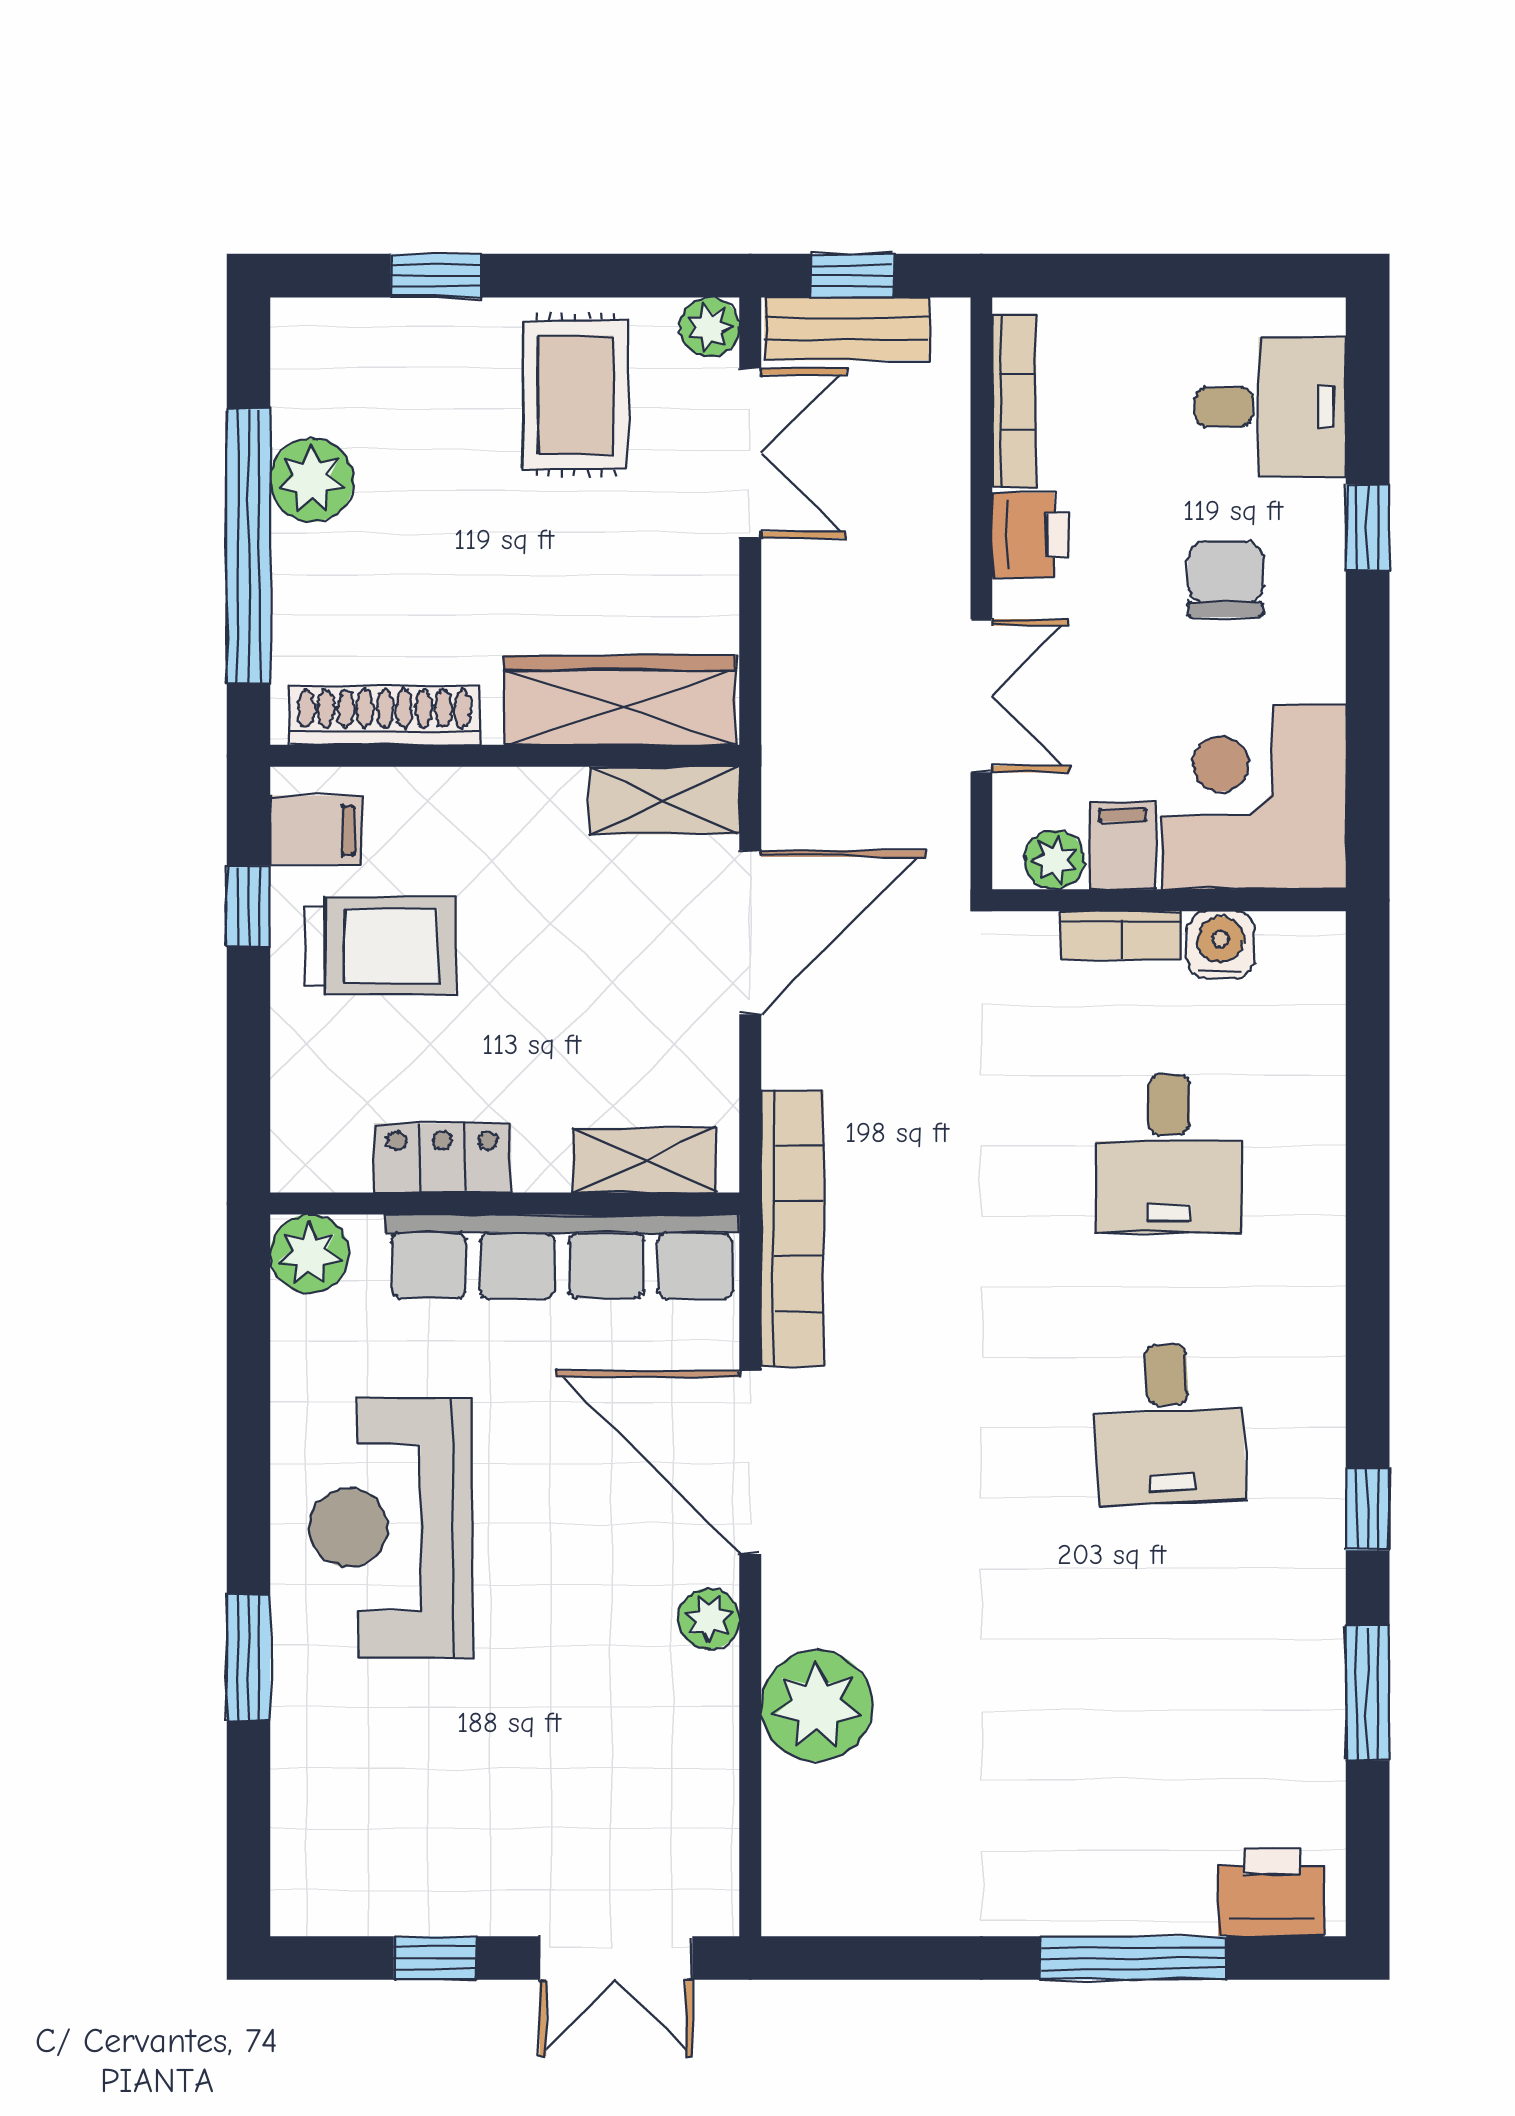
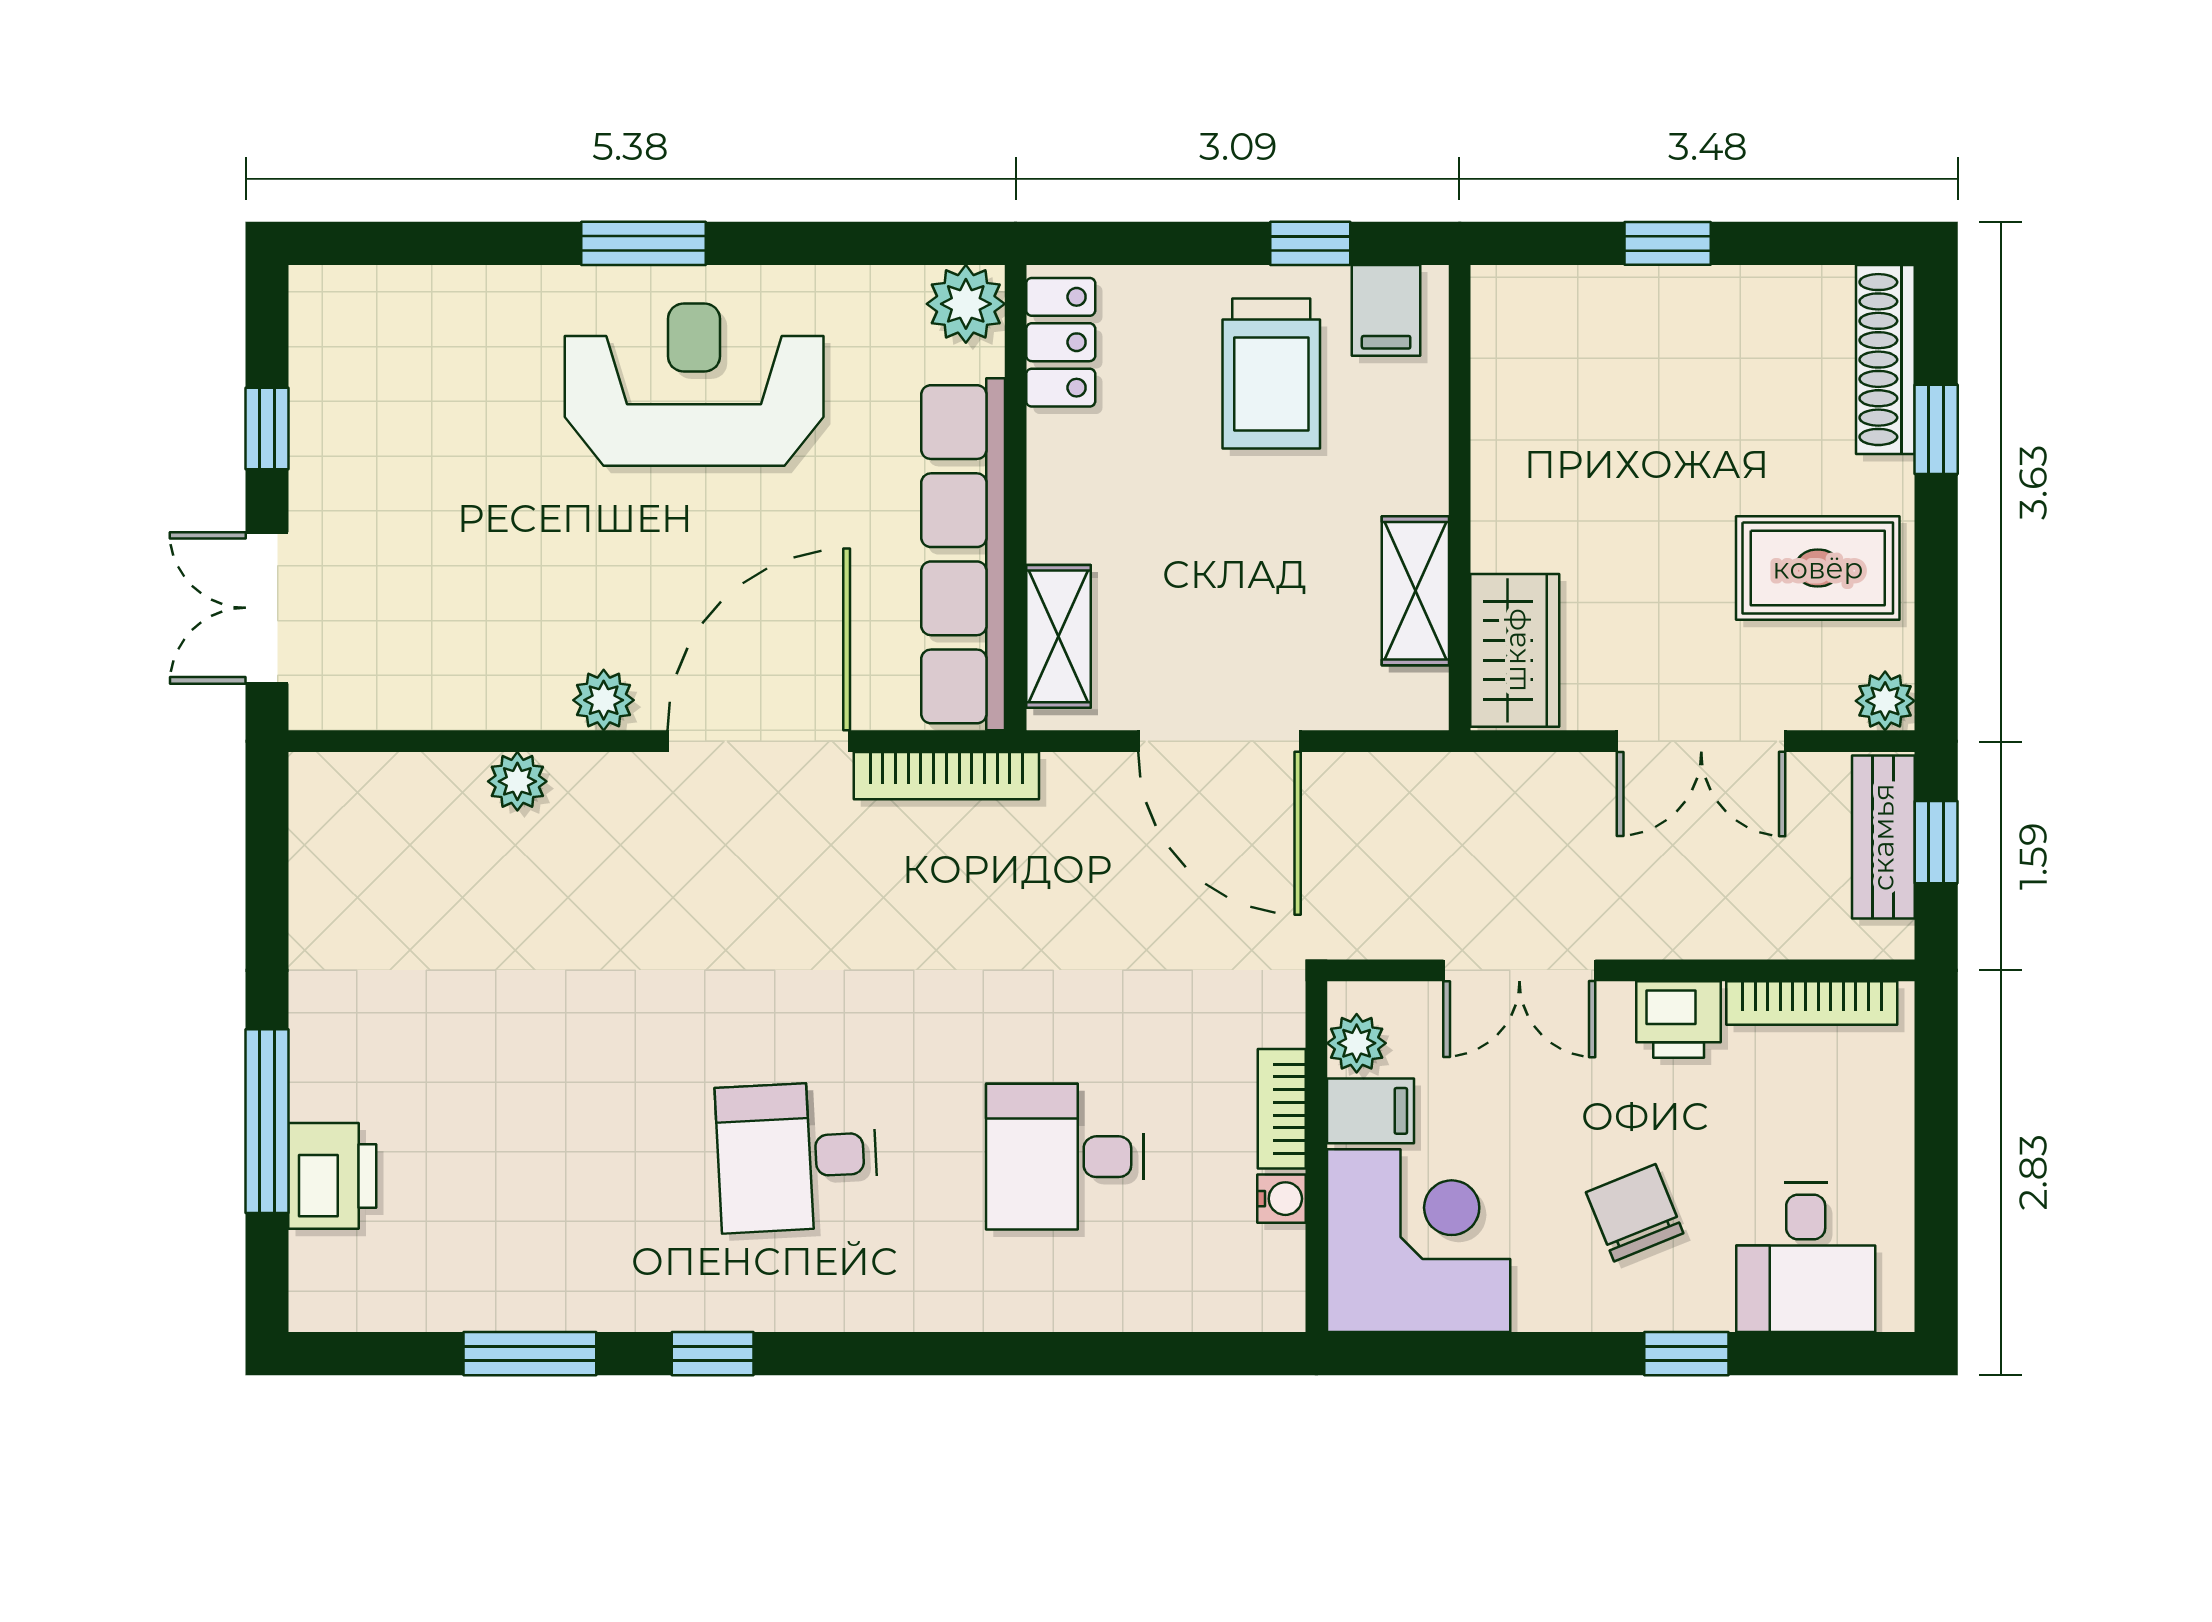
double door: (750, 453) -> (1701, 741), moved
plant: (312, 480) -> (1733, 306), removed
window: (248, 546) -> (1668, 243), width x0.32
chair: (1226, 579) -> (1635, 1213), turned -112
wardrobe: (620, 700) -> (1515, 650), width x0.67
shoe rack: (385, 716) -> (1885, 360), moved, turned 180
shelving: (664, 801) -> (1415, 591), moved
door: (750, 932) -> (1219, 741), moved
water cooler: (1221, 945) -> (1281, 1199), width x0.72, depth x0.72
locker: (443, 1158) -> (1061, 342), moved
bookcase: (792, 1228) -> (946, 776), width x0.68, depth x0.76
window: (248, 1657) -> (644, 243), moved
plant: (817, 1706) -> (517, 781), width x0.53, depth x0.53
printer: (1272, 1892) -> (332, 1176), moved

